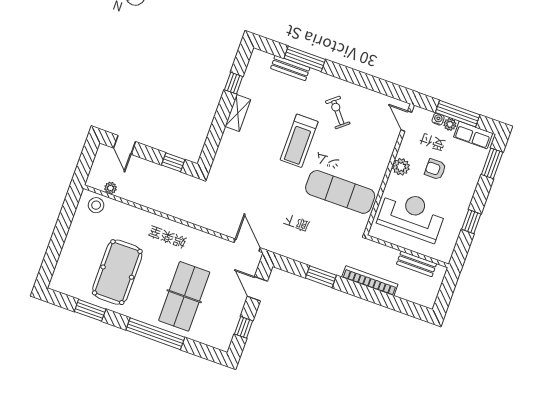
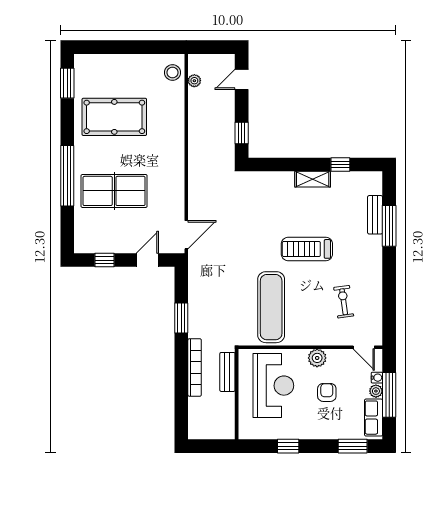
exercise bike: (338, 112) -> (344, 302), moved, turned -58
door: (406, 121) -> (364, 347), swing flipped
bench: (417, 264) -> (227, 372), moved
window: (90, 310) -> (67, 83), moved

